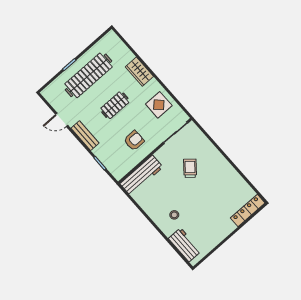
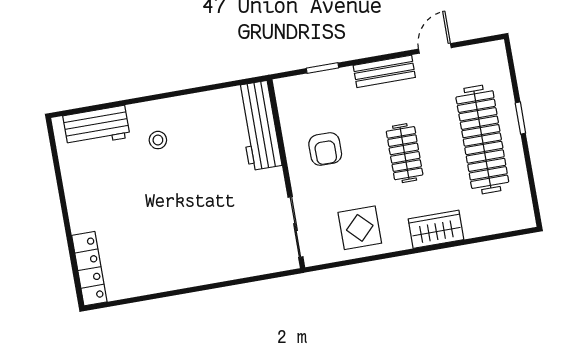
trolley: (190, 168) -> (220, 215), removed

